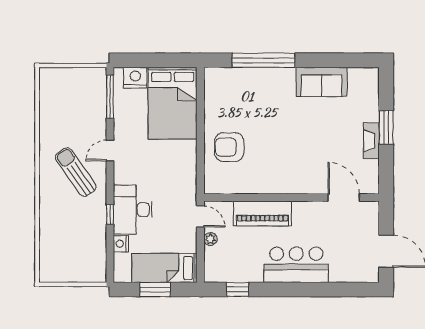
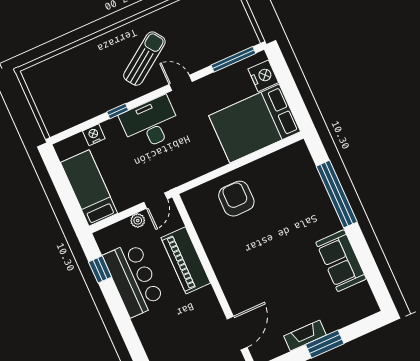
desk: (133, 210) -> (150, 123), moved
bar counter: (296, 265) -> (134, 279), moved
window: (155, 290) -> (64, 188), removed

